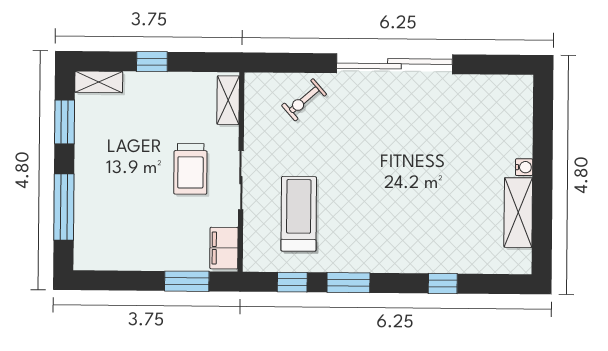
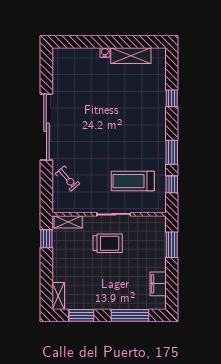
window: (152, 62) -> (46, 239), moved
filing cabinet: (224, 248) -> (158, 284), moved, turned 90

